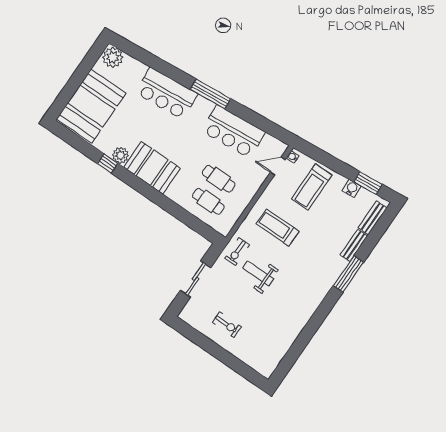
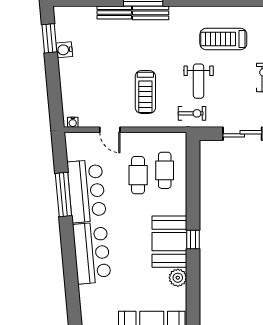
bar counter: (167, 93) -> (92, 253), moved
window: (210, 94) -> (63, 195), moved
window: (108, 163) -> (193, 240), moved
door: (278, 166) -> (110, 130), moved
treadmill: (312, 187) -> (223, 39), moved, turned 180
bench: (372, 218) -> (151, 13), moved

